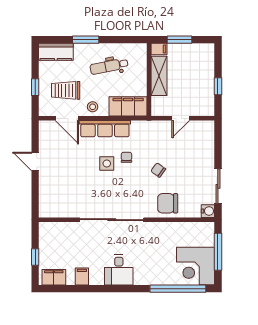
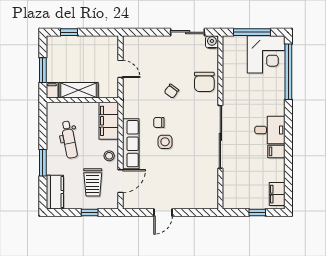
window: (218, 86) -> (69, 32), moved
filing cabinet: (82, 276) -> (276, 151), moved

